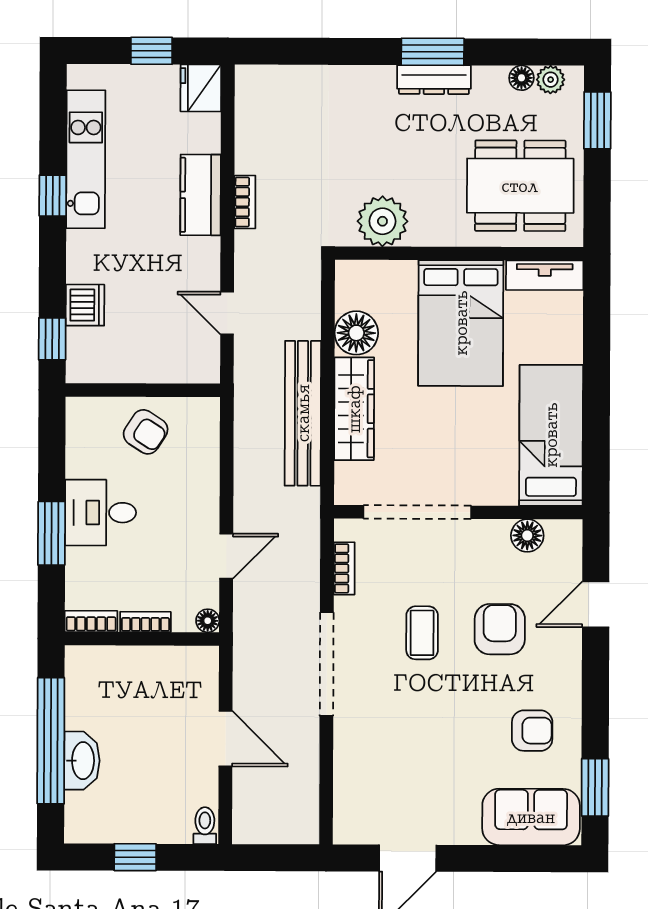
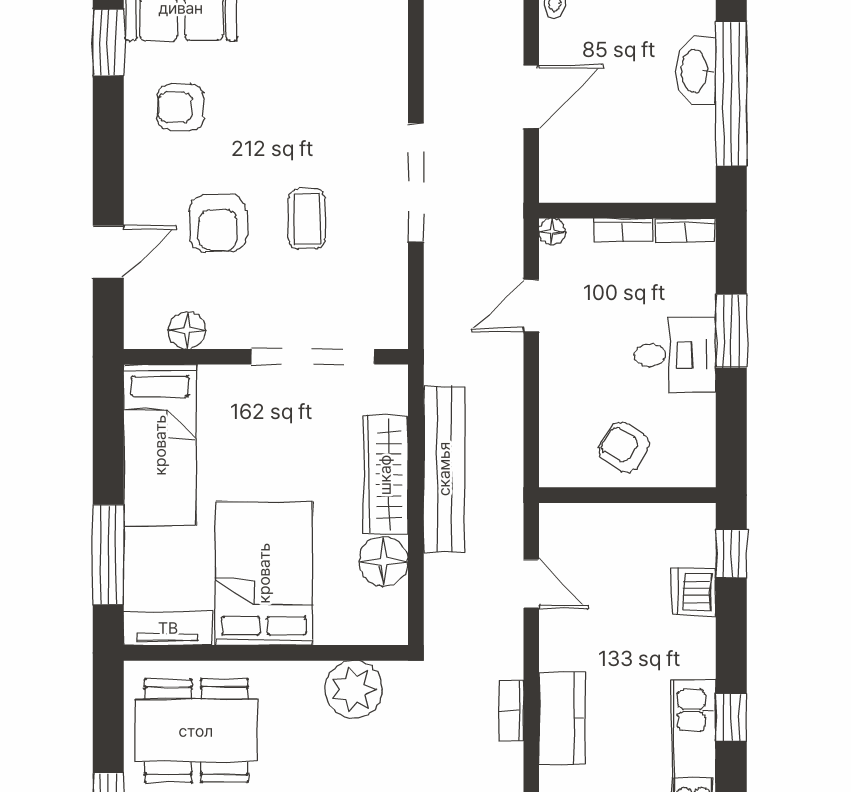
window: (597, 340) -> (108, 555), added
bookcase: (344, 568) -> (396, 292), removed
door: (226, 739) -> (531, 97), swing flipped

